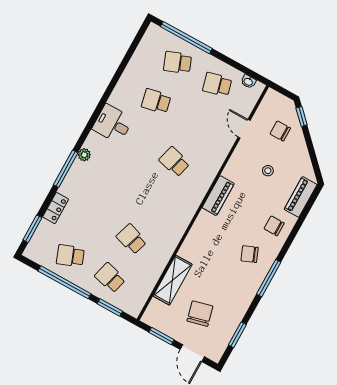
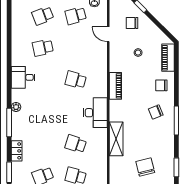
desk: (176, 215) -> (95, 113), added
shelving: (173, 280) -> (116, 139), moved

